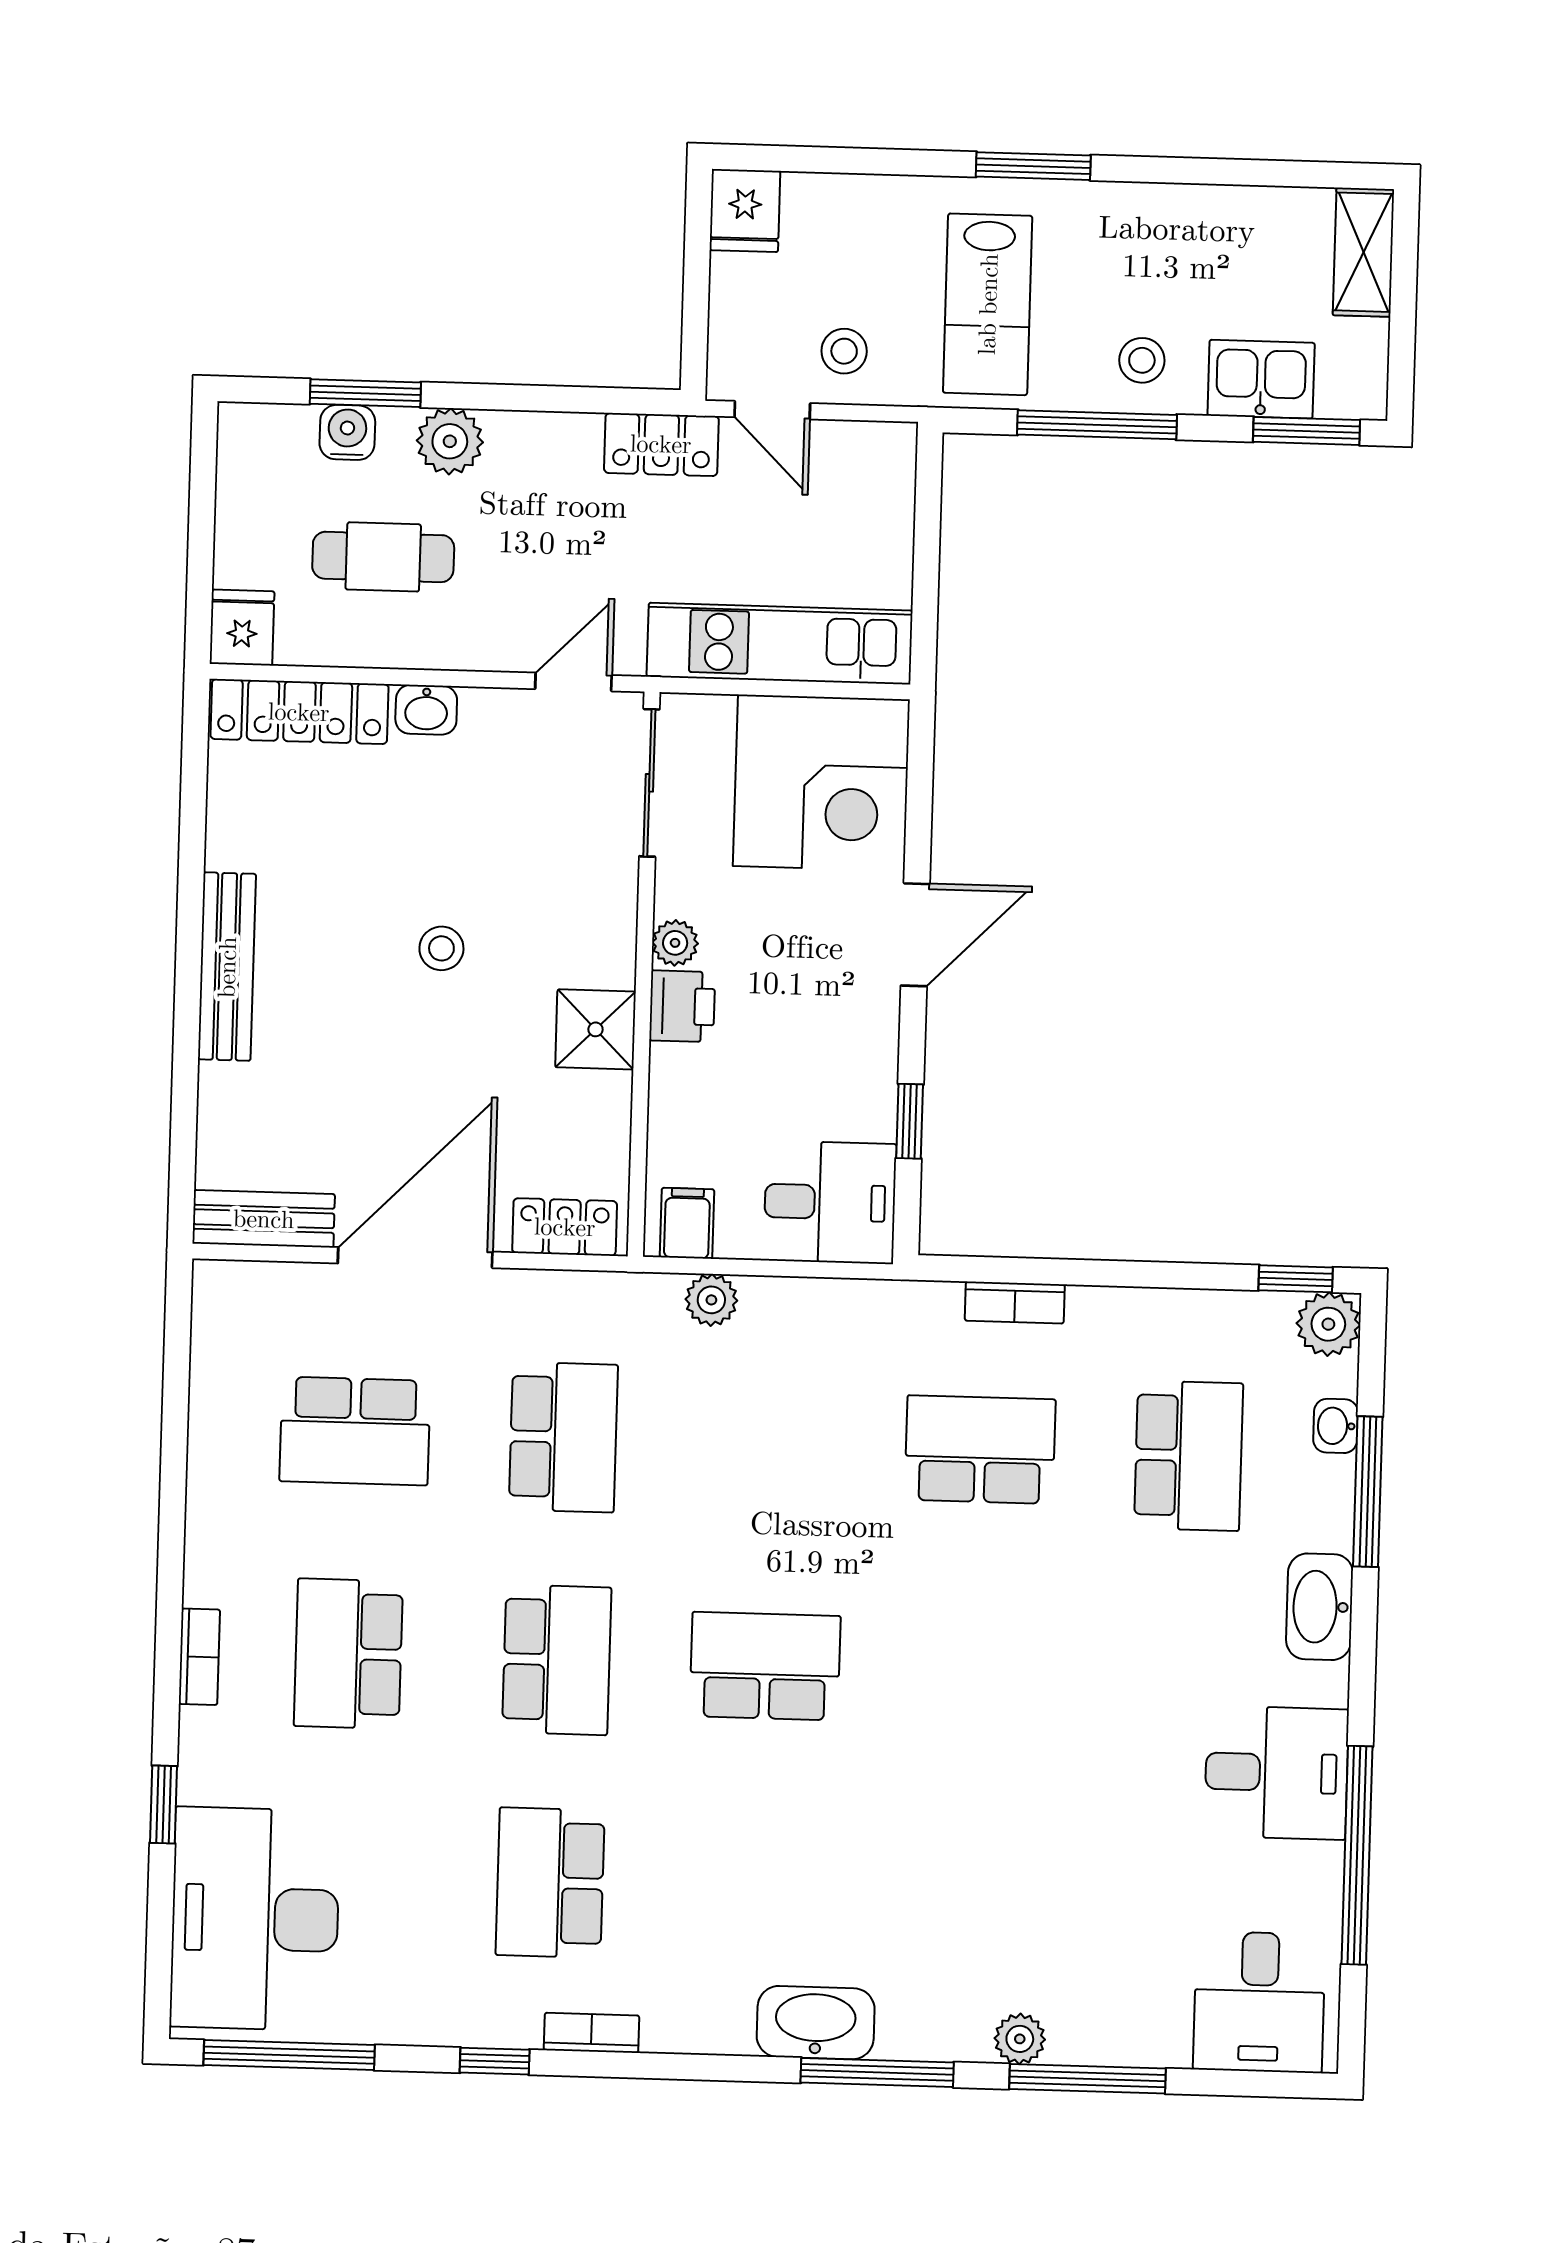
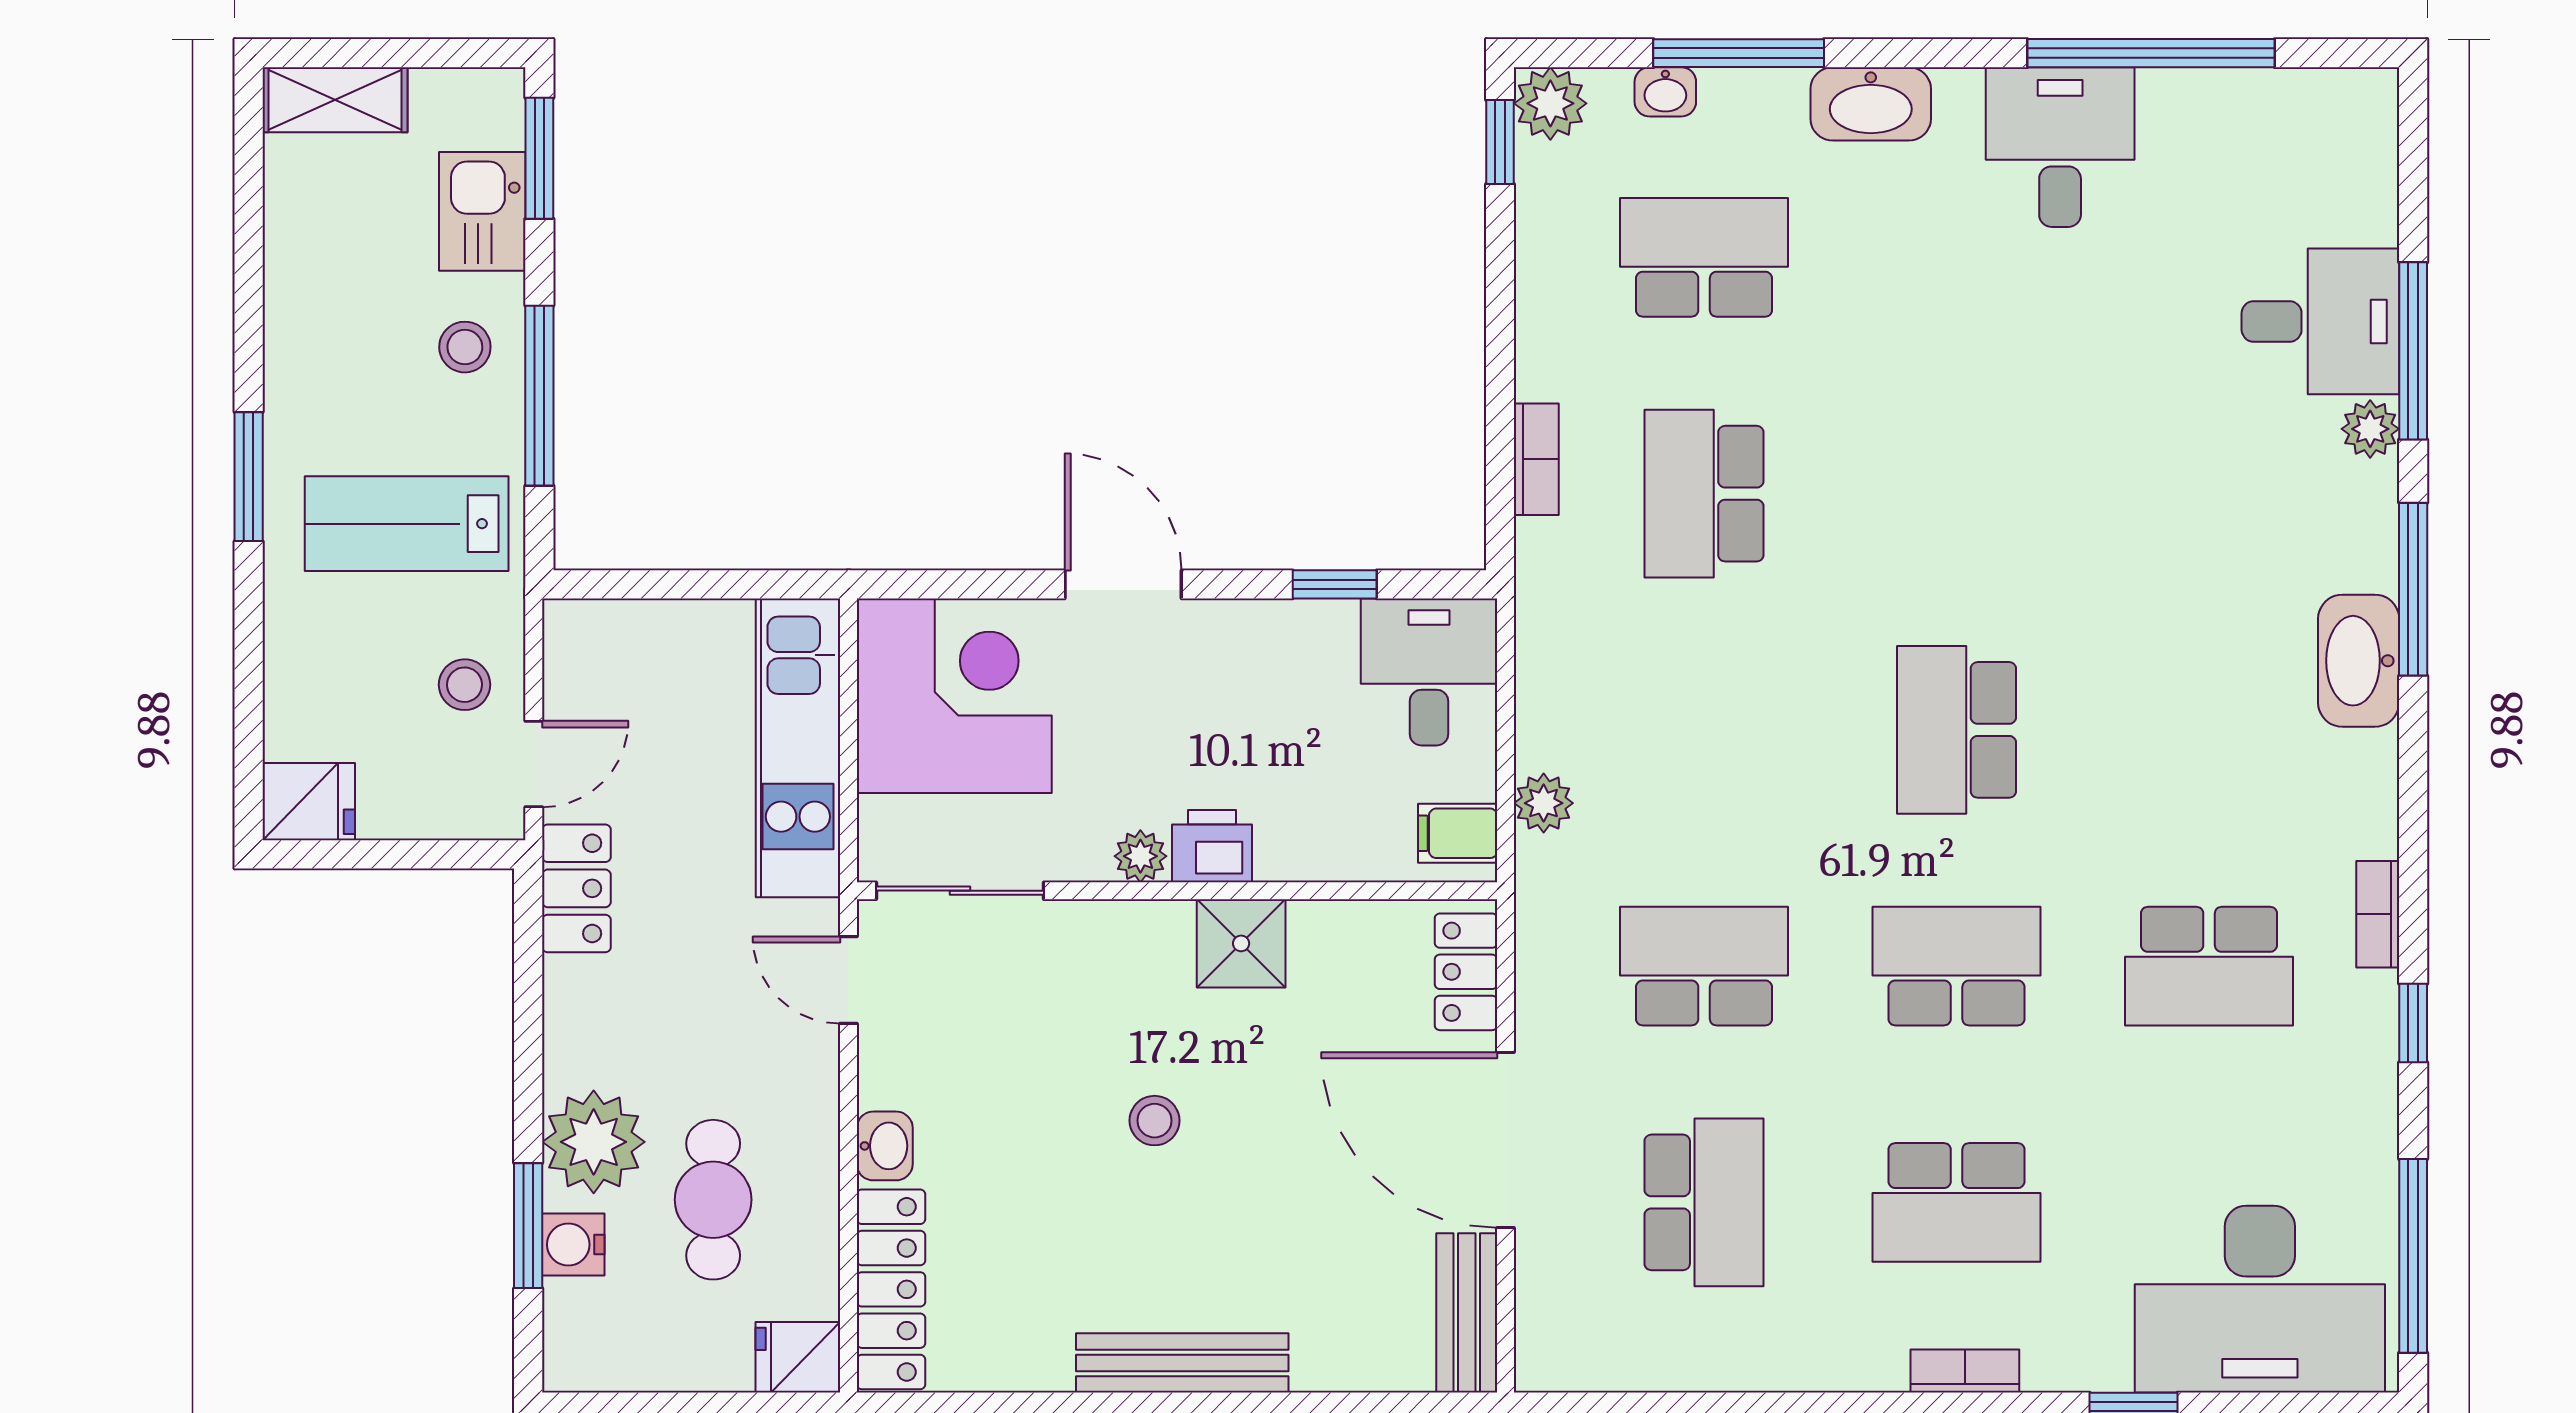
lab bench: (988, 304) -> (407, 524), turned 180
plant: (450, 441) -> (594, 1142), width x1.36, depth x1.36
desk: (1259, 2002) -> (2320, 321), moved

